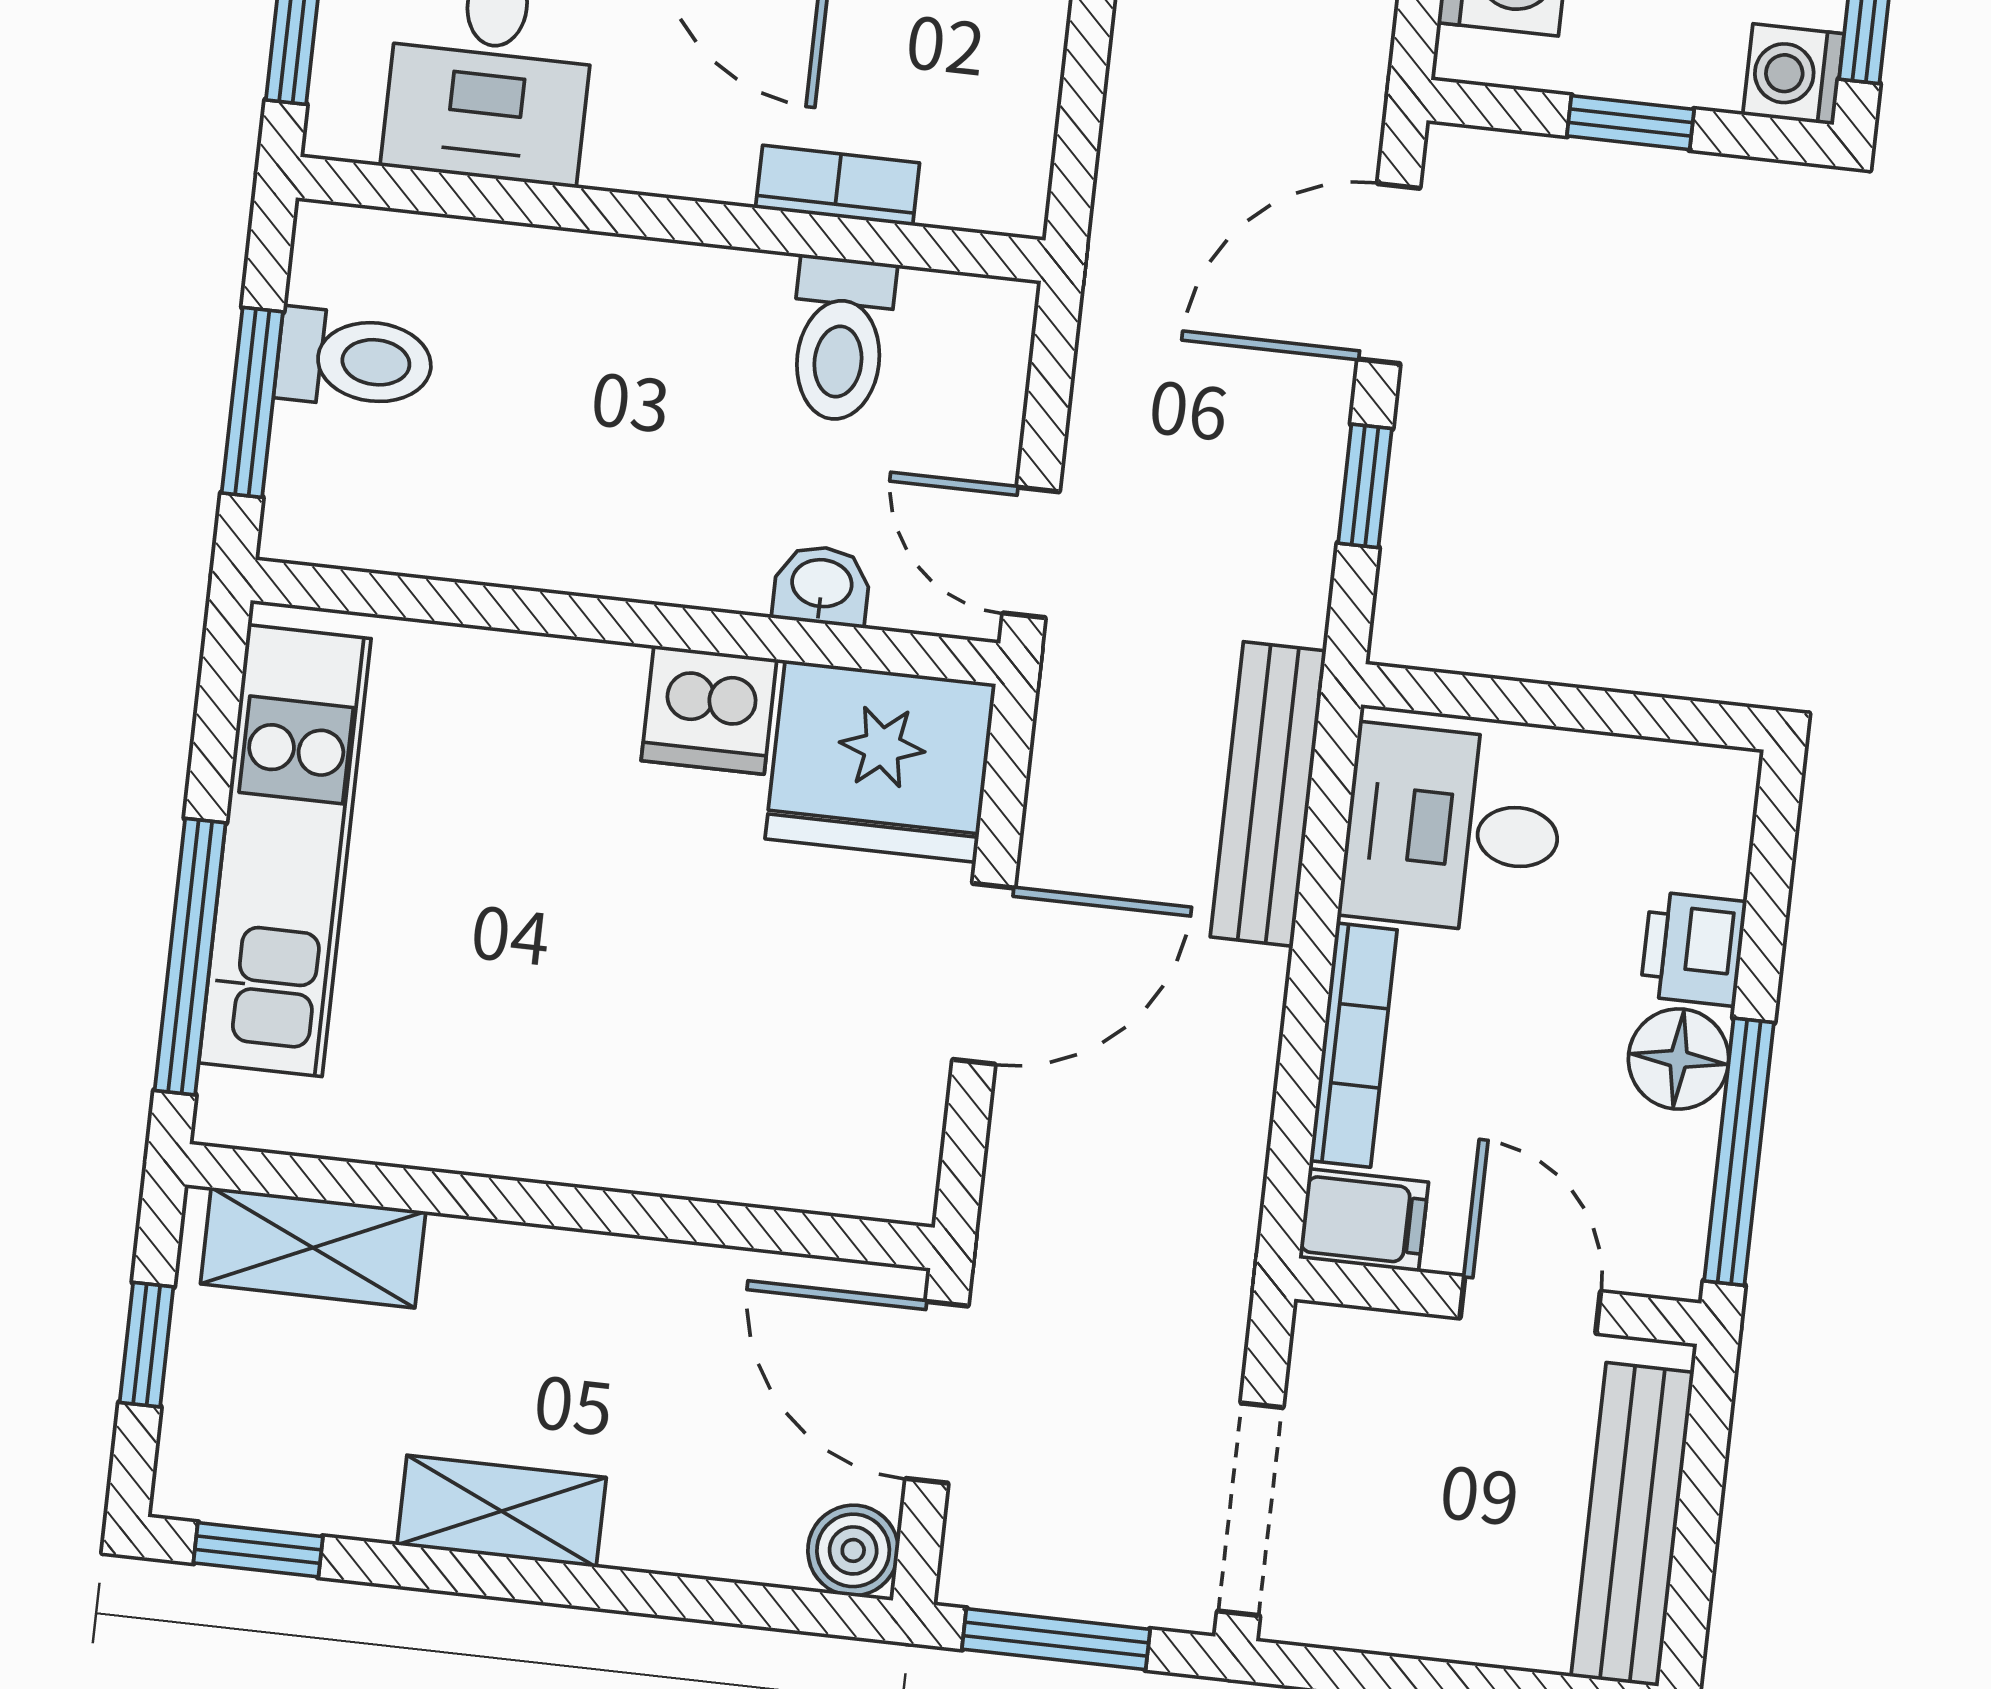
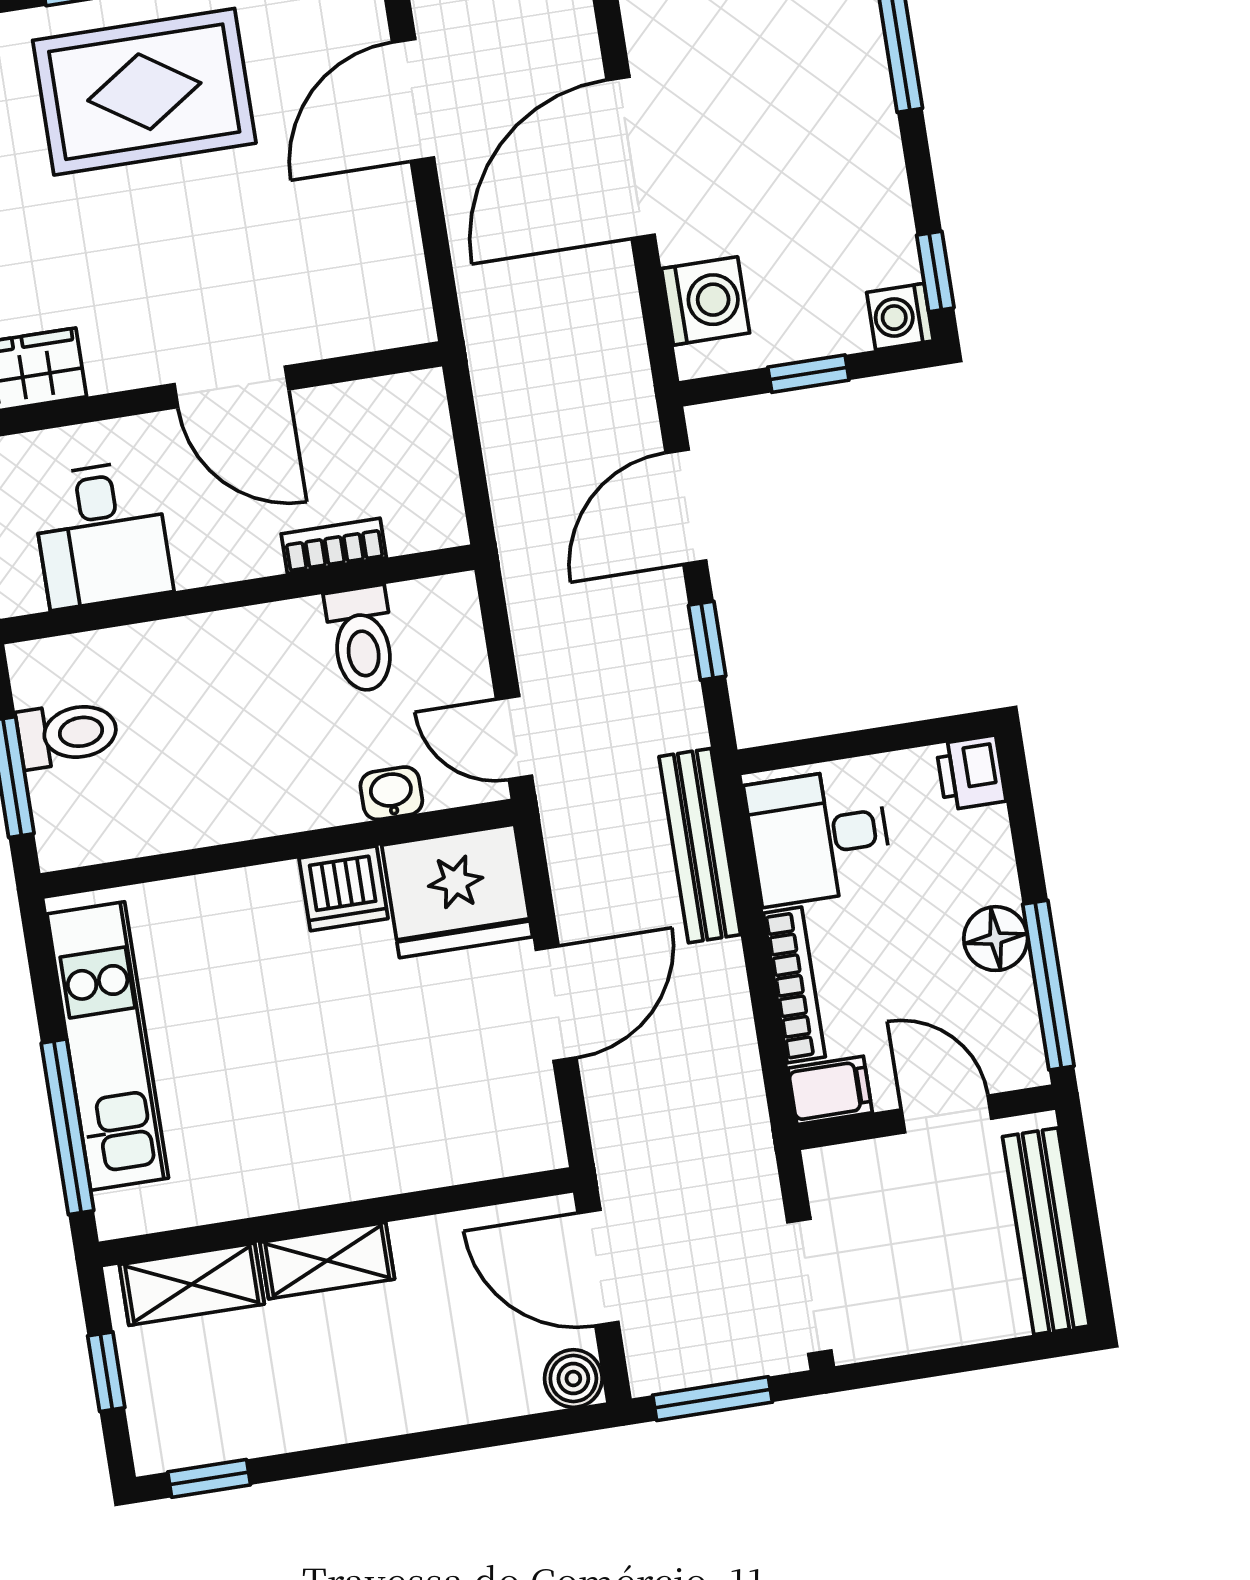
printer: (1693, 949) -> (971, 773), moved
shelving: (502, 1511) -> (327, 1261), moved

